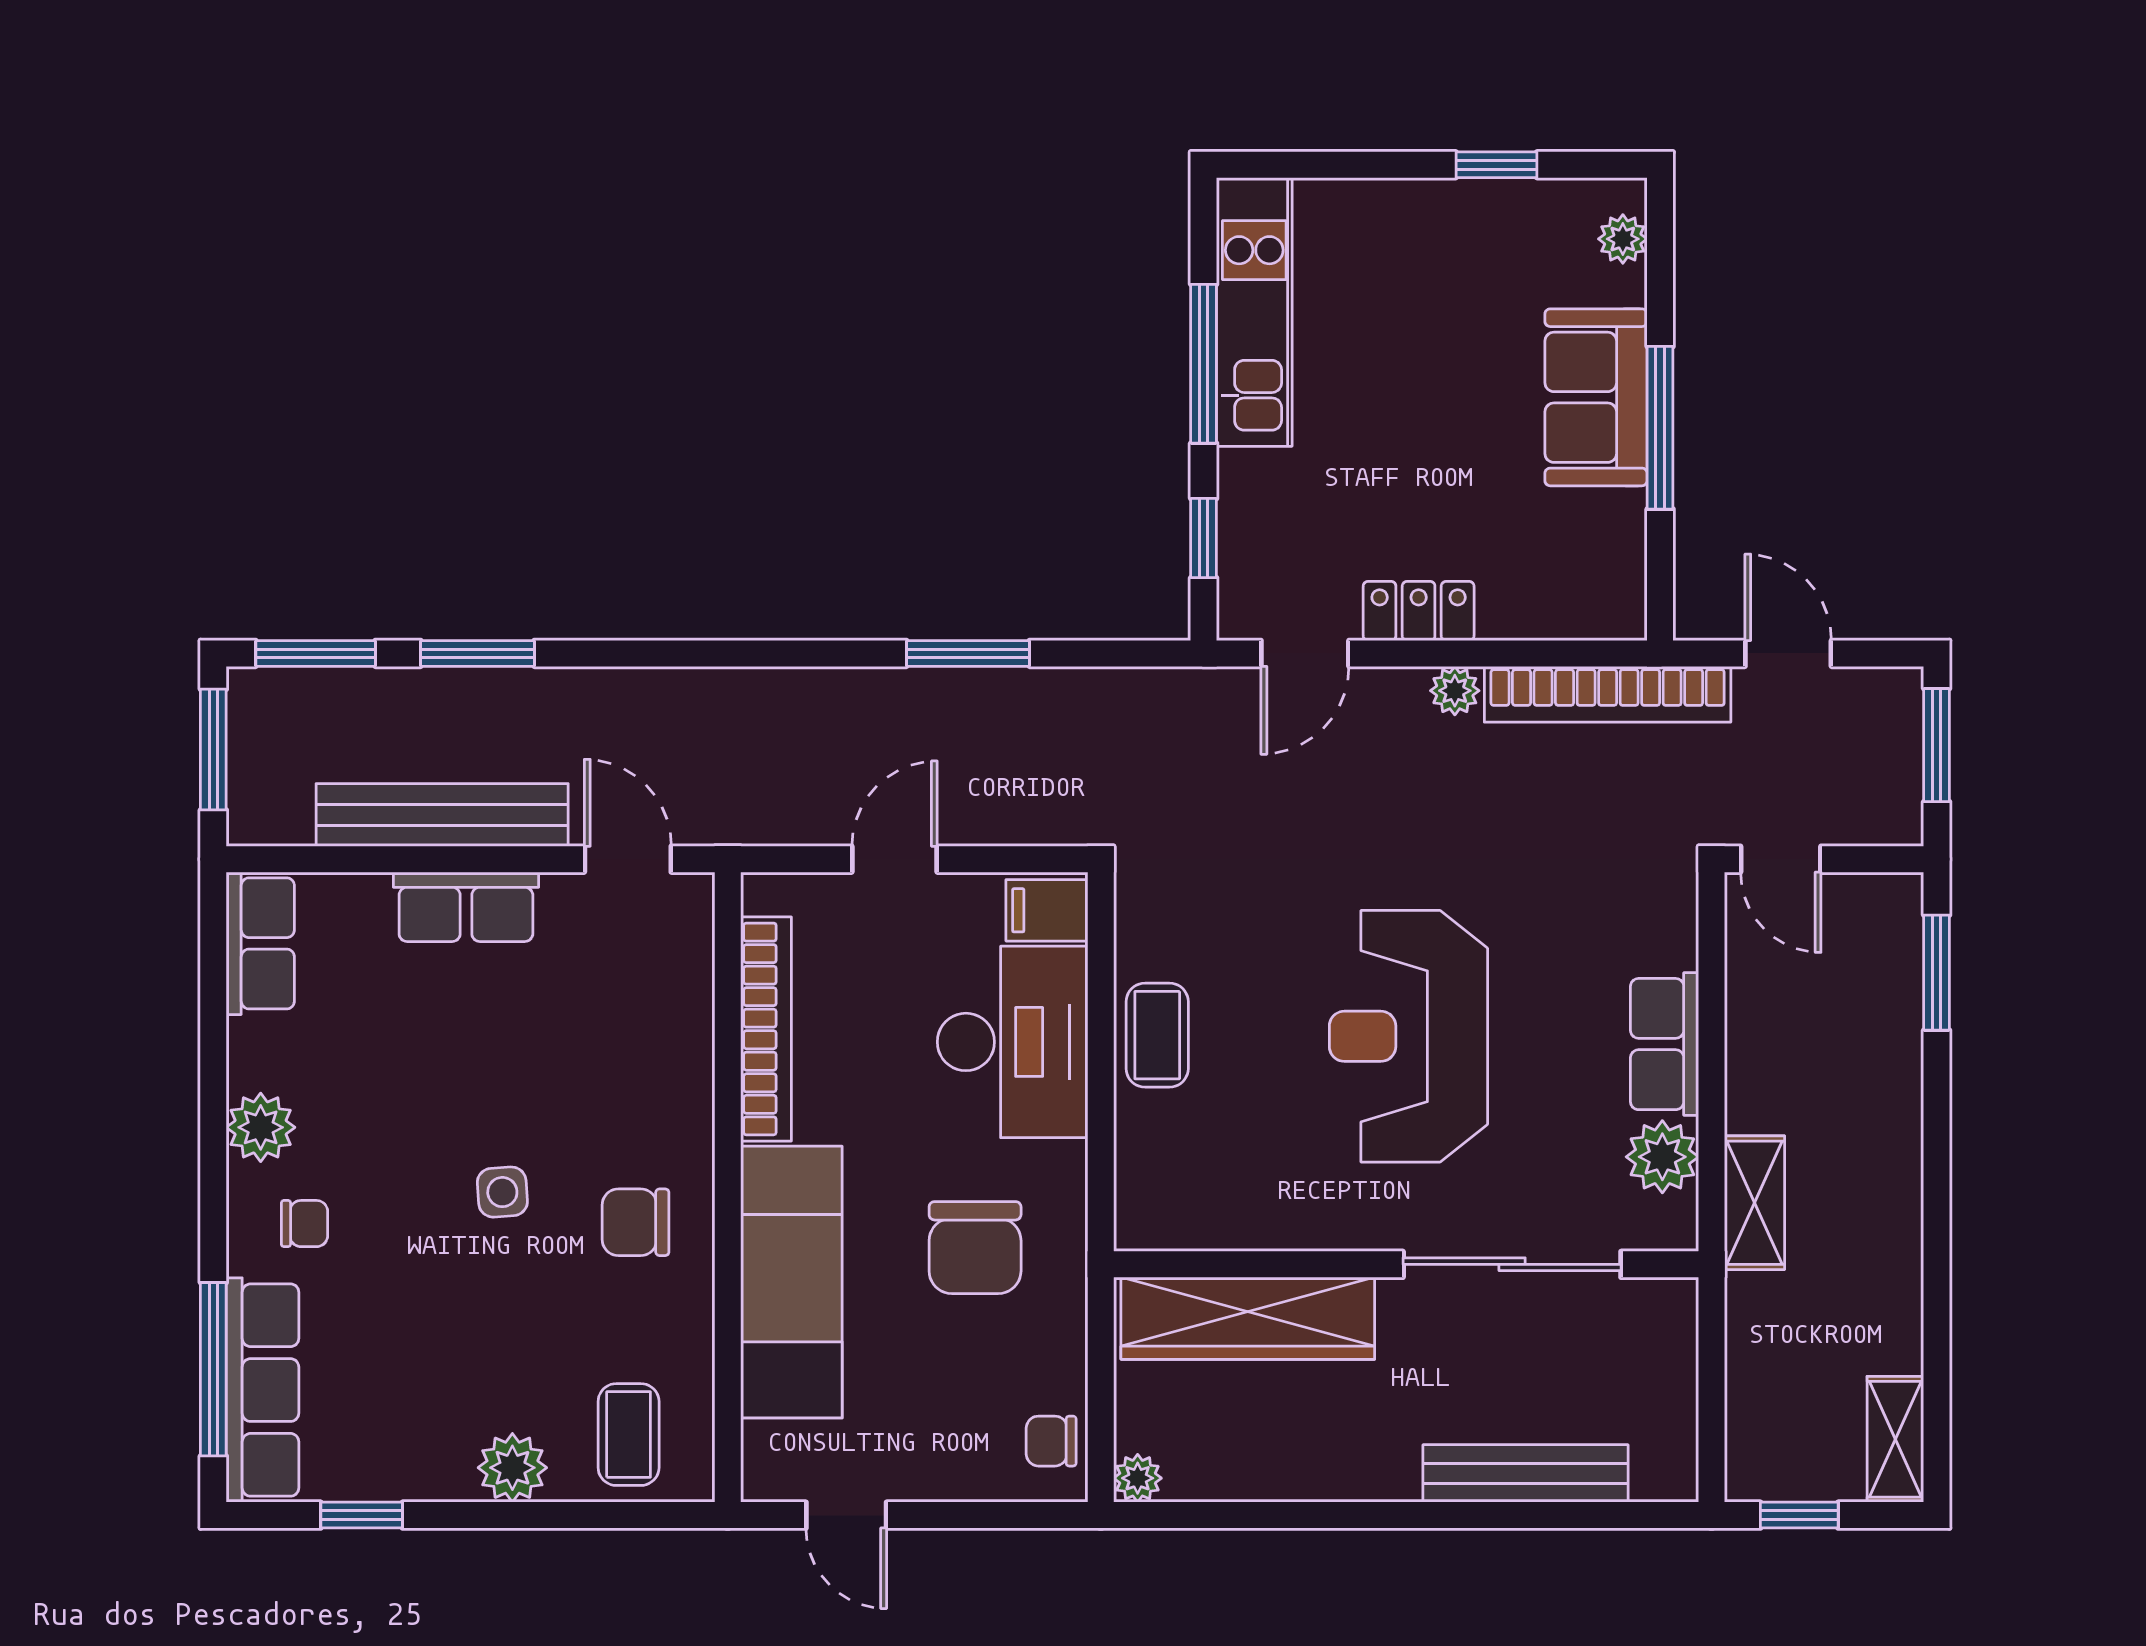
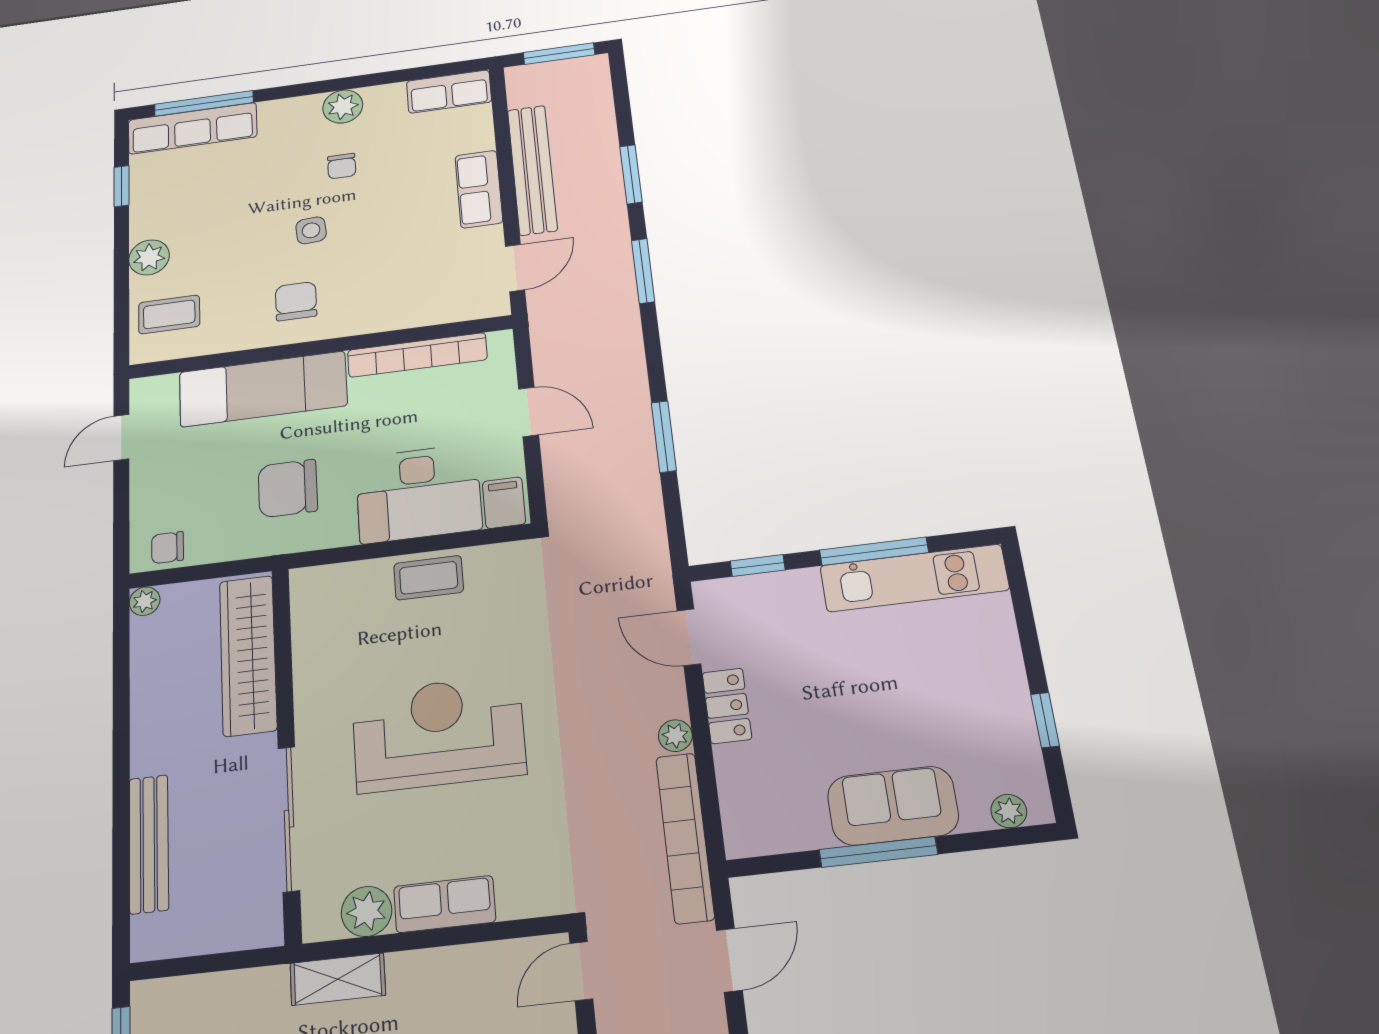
window: (316, 653) -> (643, 271), moved
chair: (305, 1224) -> (342, 166), moved
chair: (1051, 1441) -> (168, 548), turned -90

